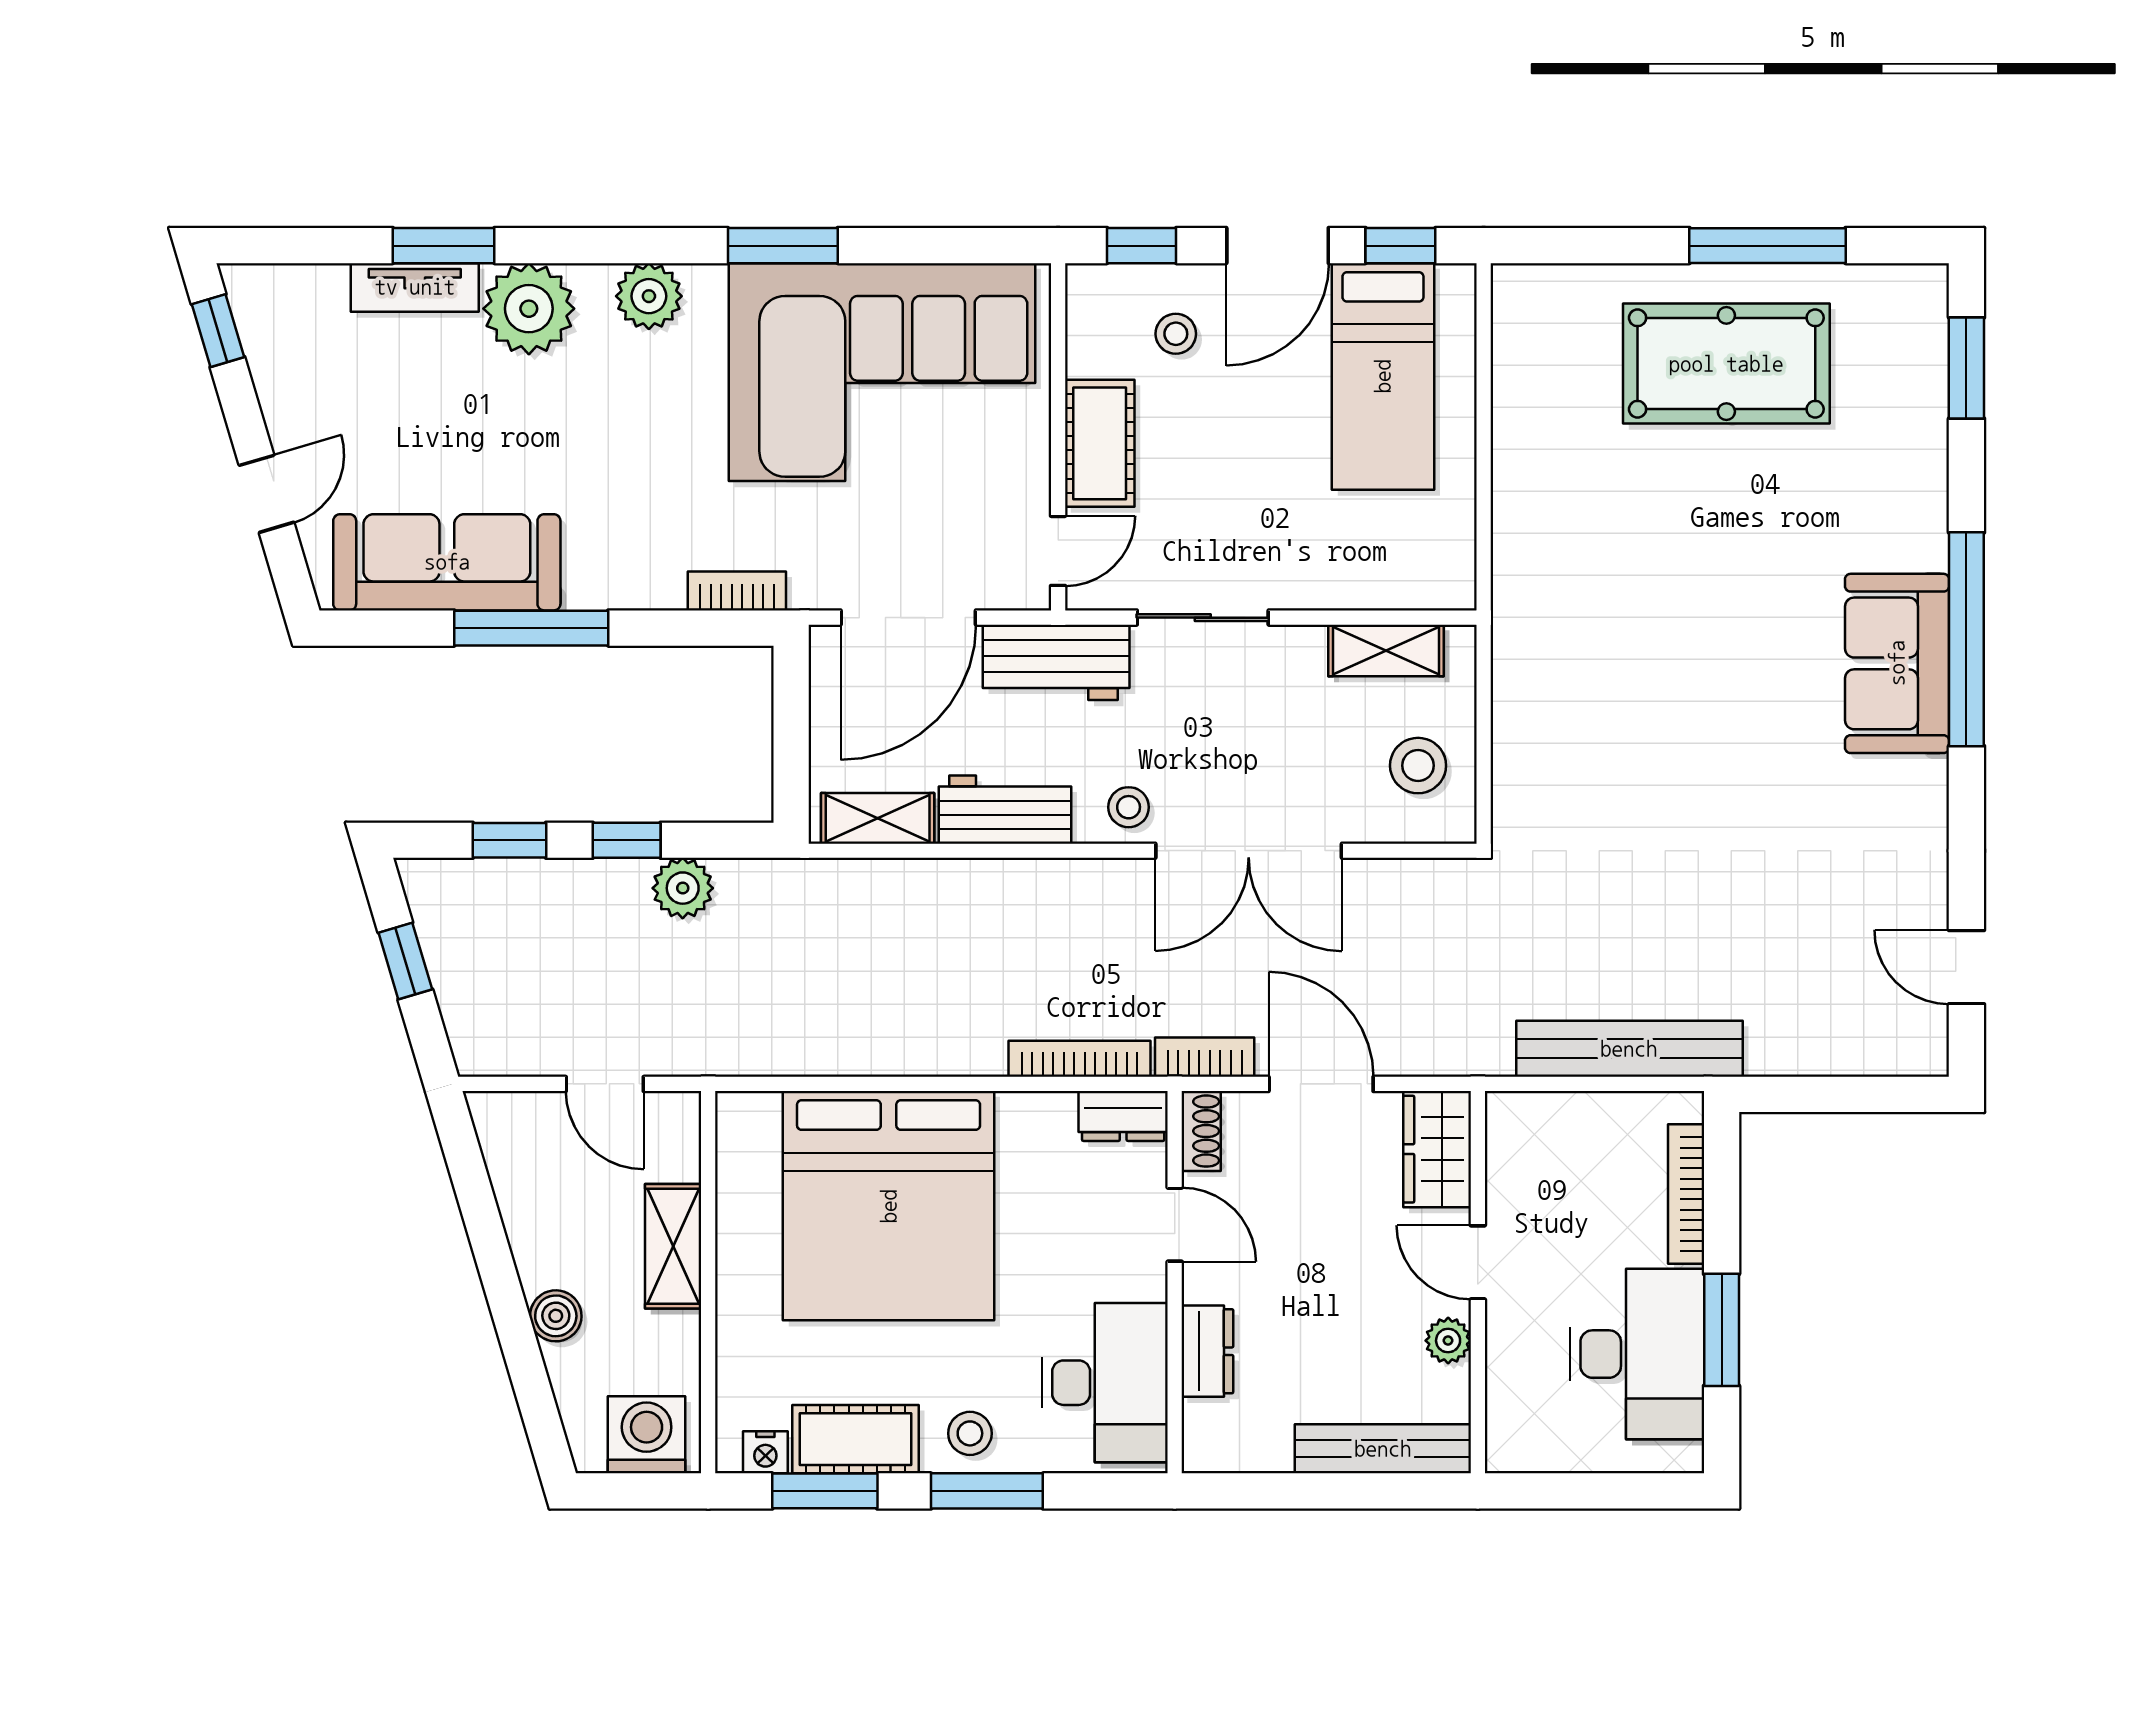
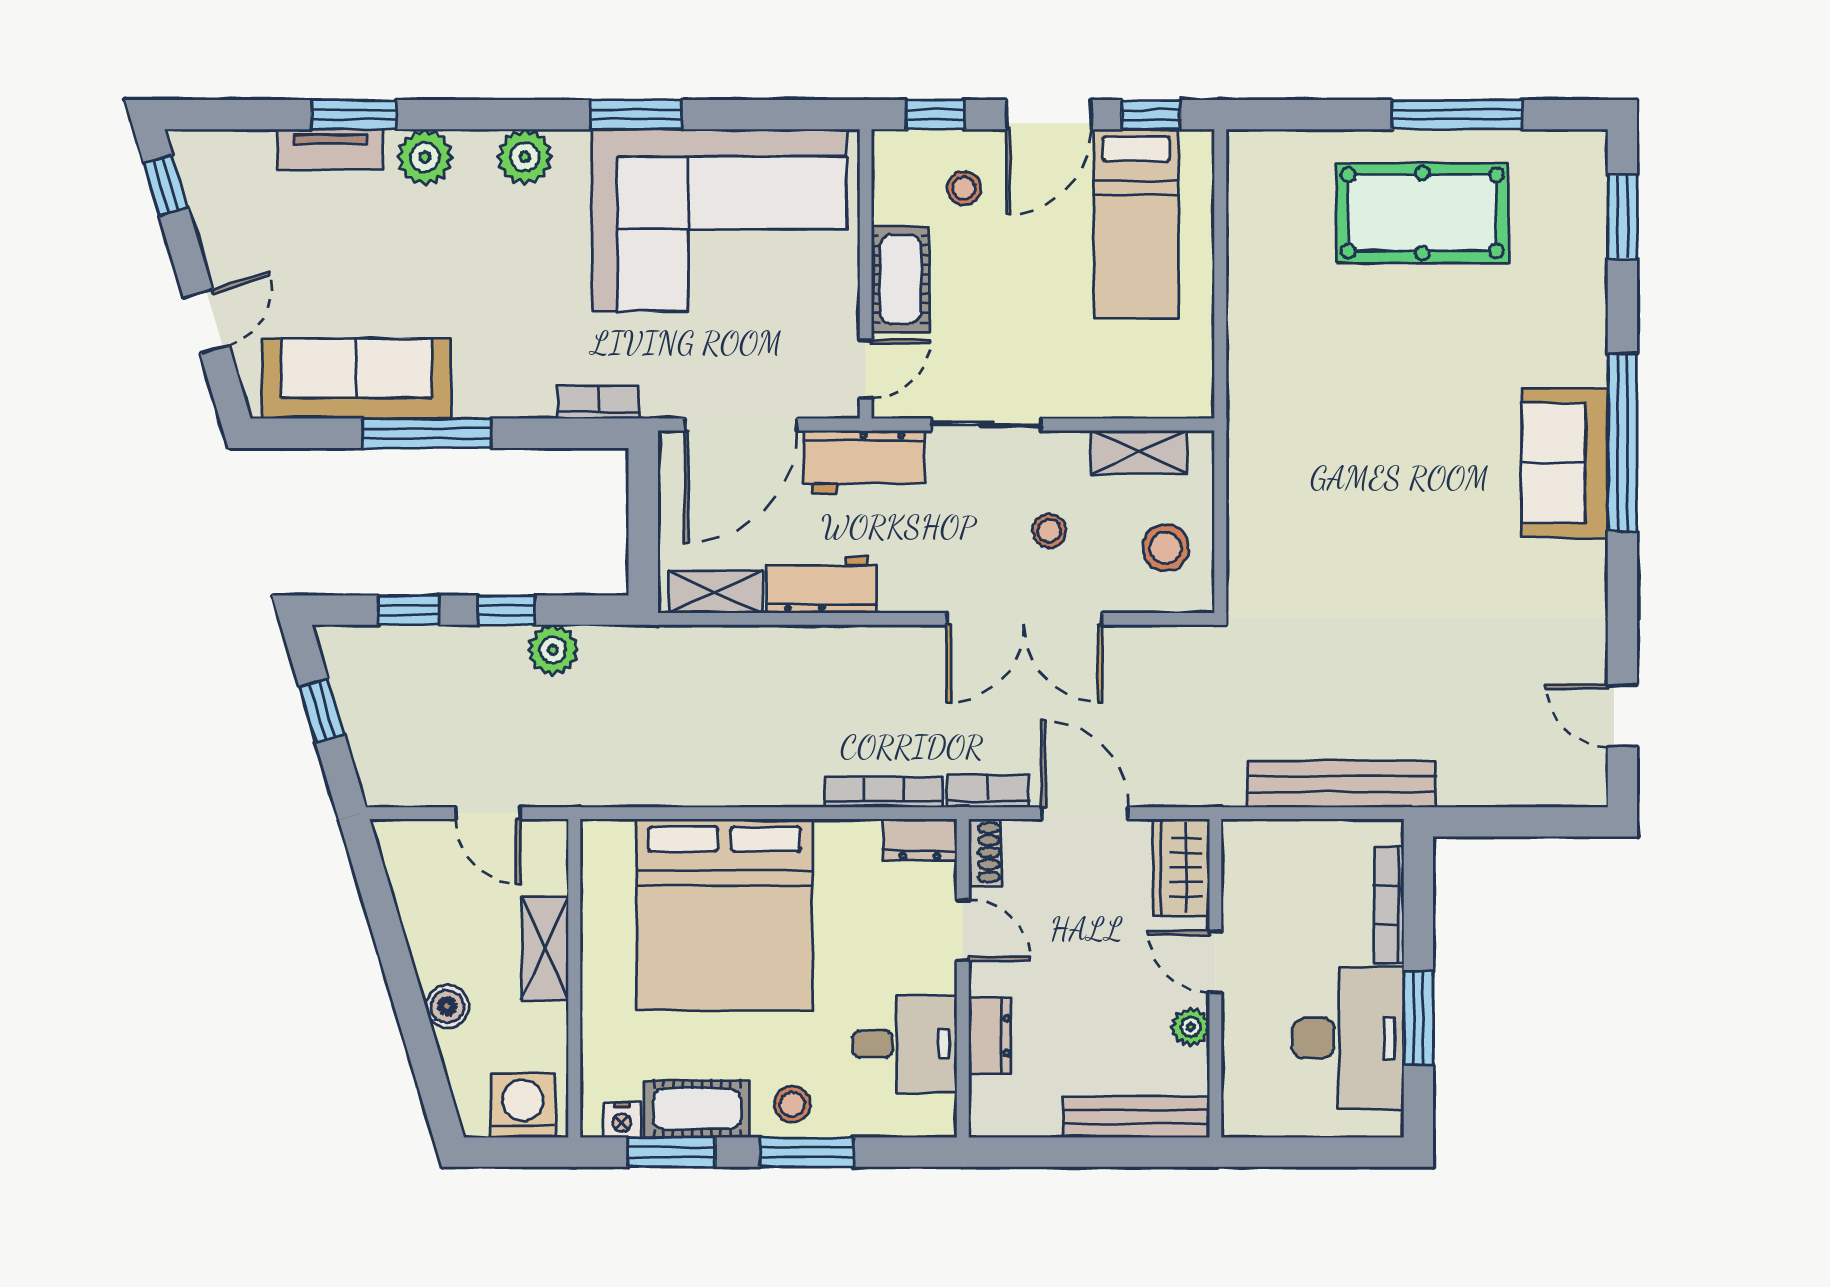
plant: (529, 309) -> (425, 157), width x0.73, depth x0.73
stool: (1129, 807) -> (1049, 531), moved
desk: (1105, 1383) -> (905, 1044), width x0.73

